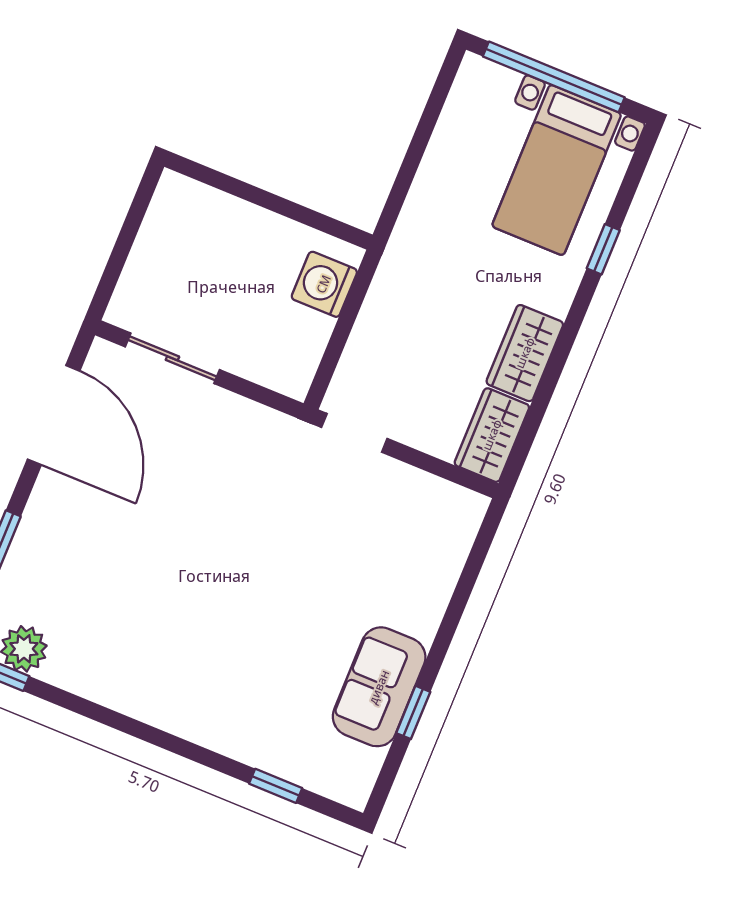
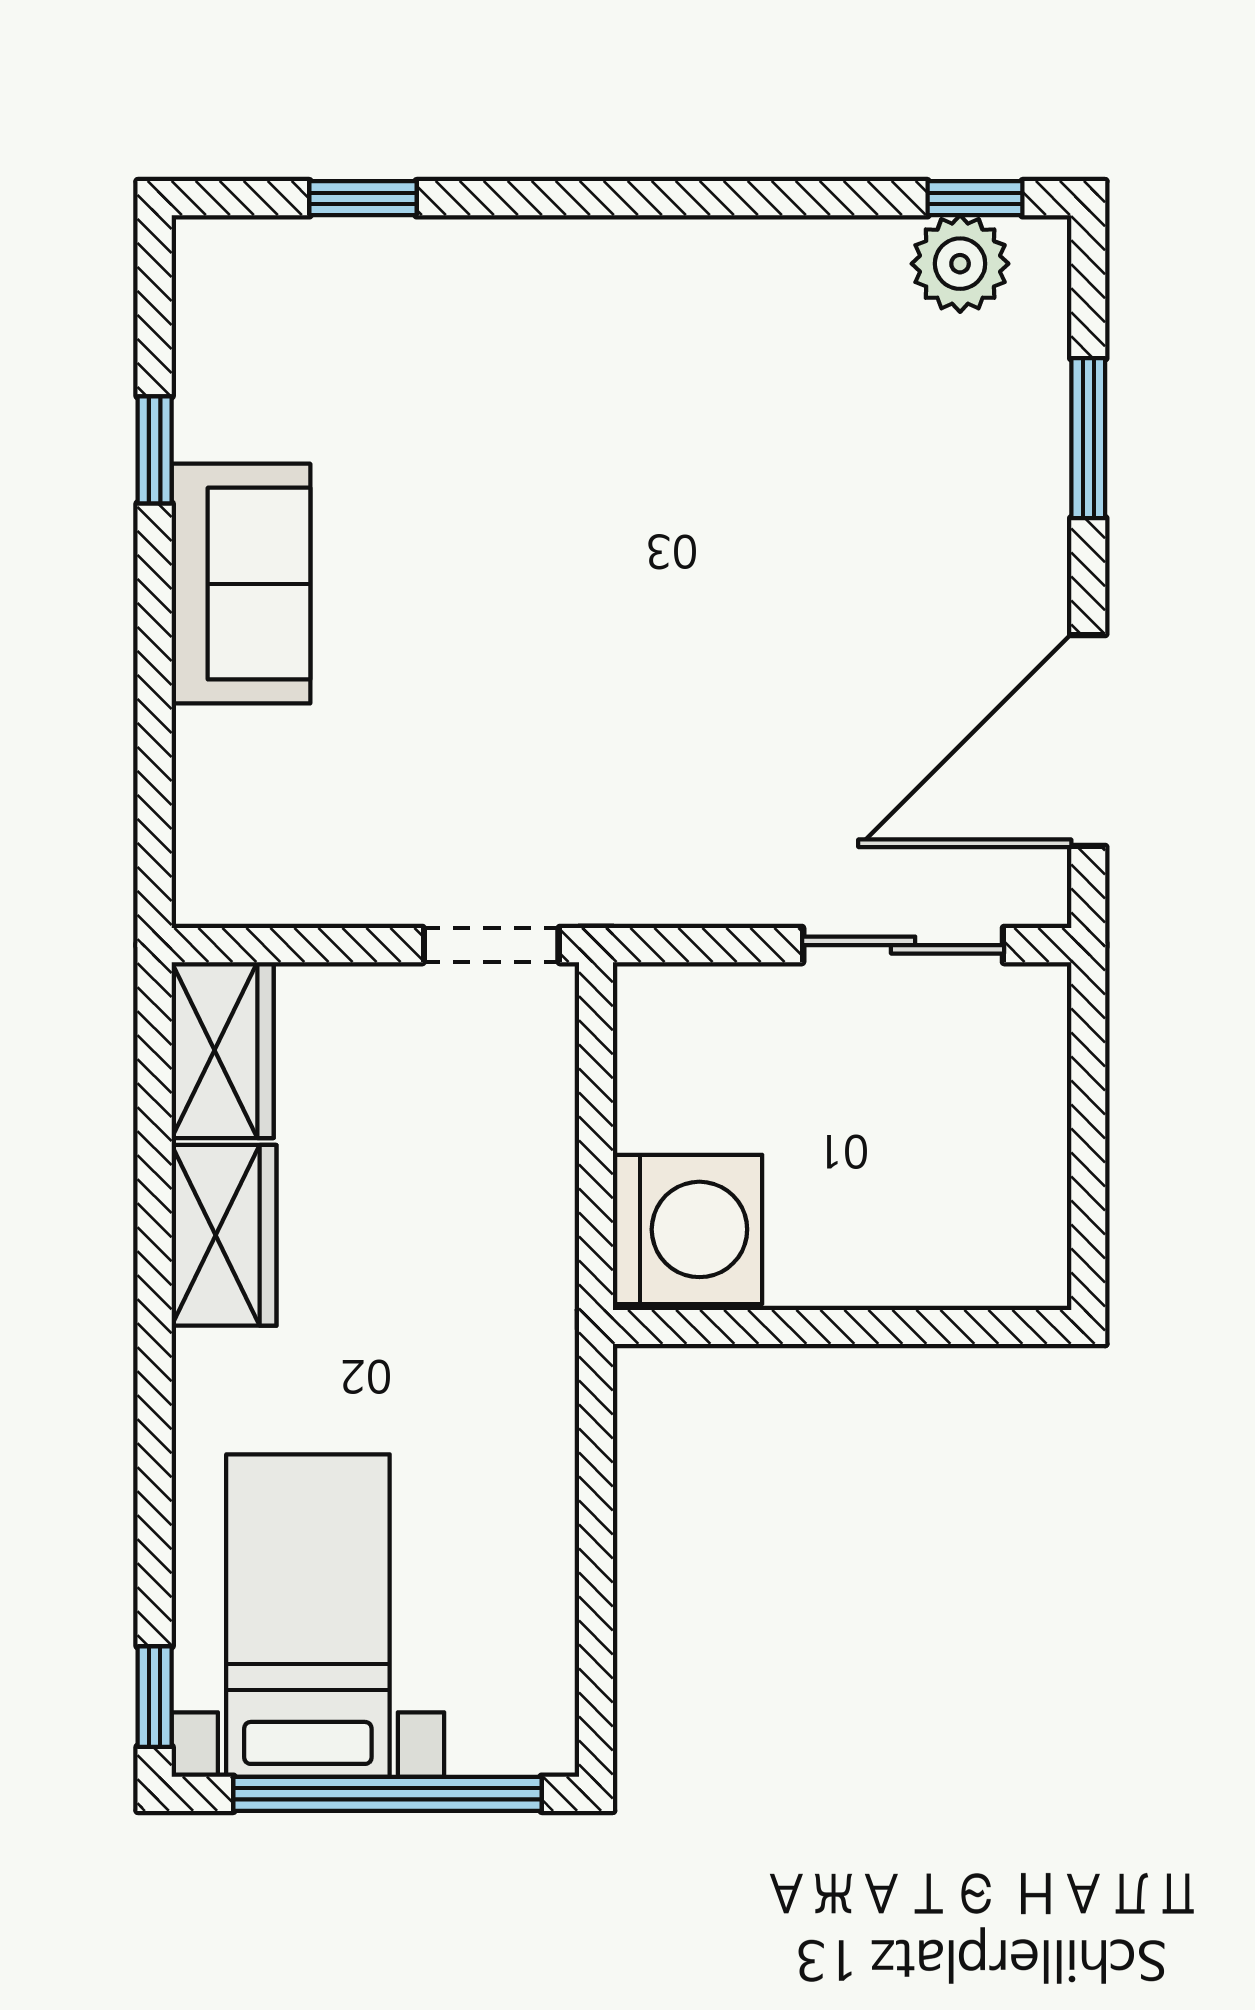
window: (603, 249) -> (155, 1697), moved
washing machine: (324, 284) -> (688, 1229), width x1.37, depth x1.37
door: (54, 415) -> (1088, 741), hinge flipped
sofa: (379, 687) -> (241, 584), moved

